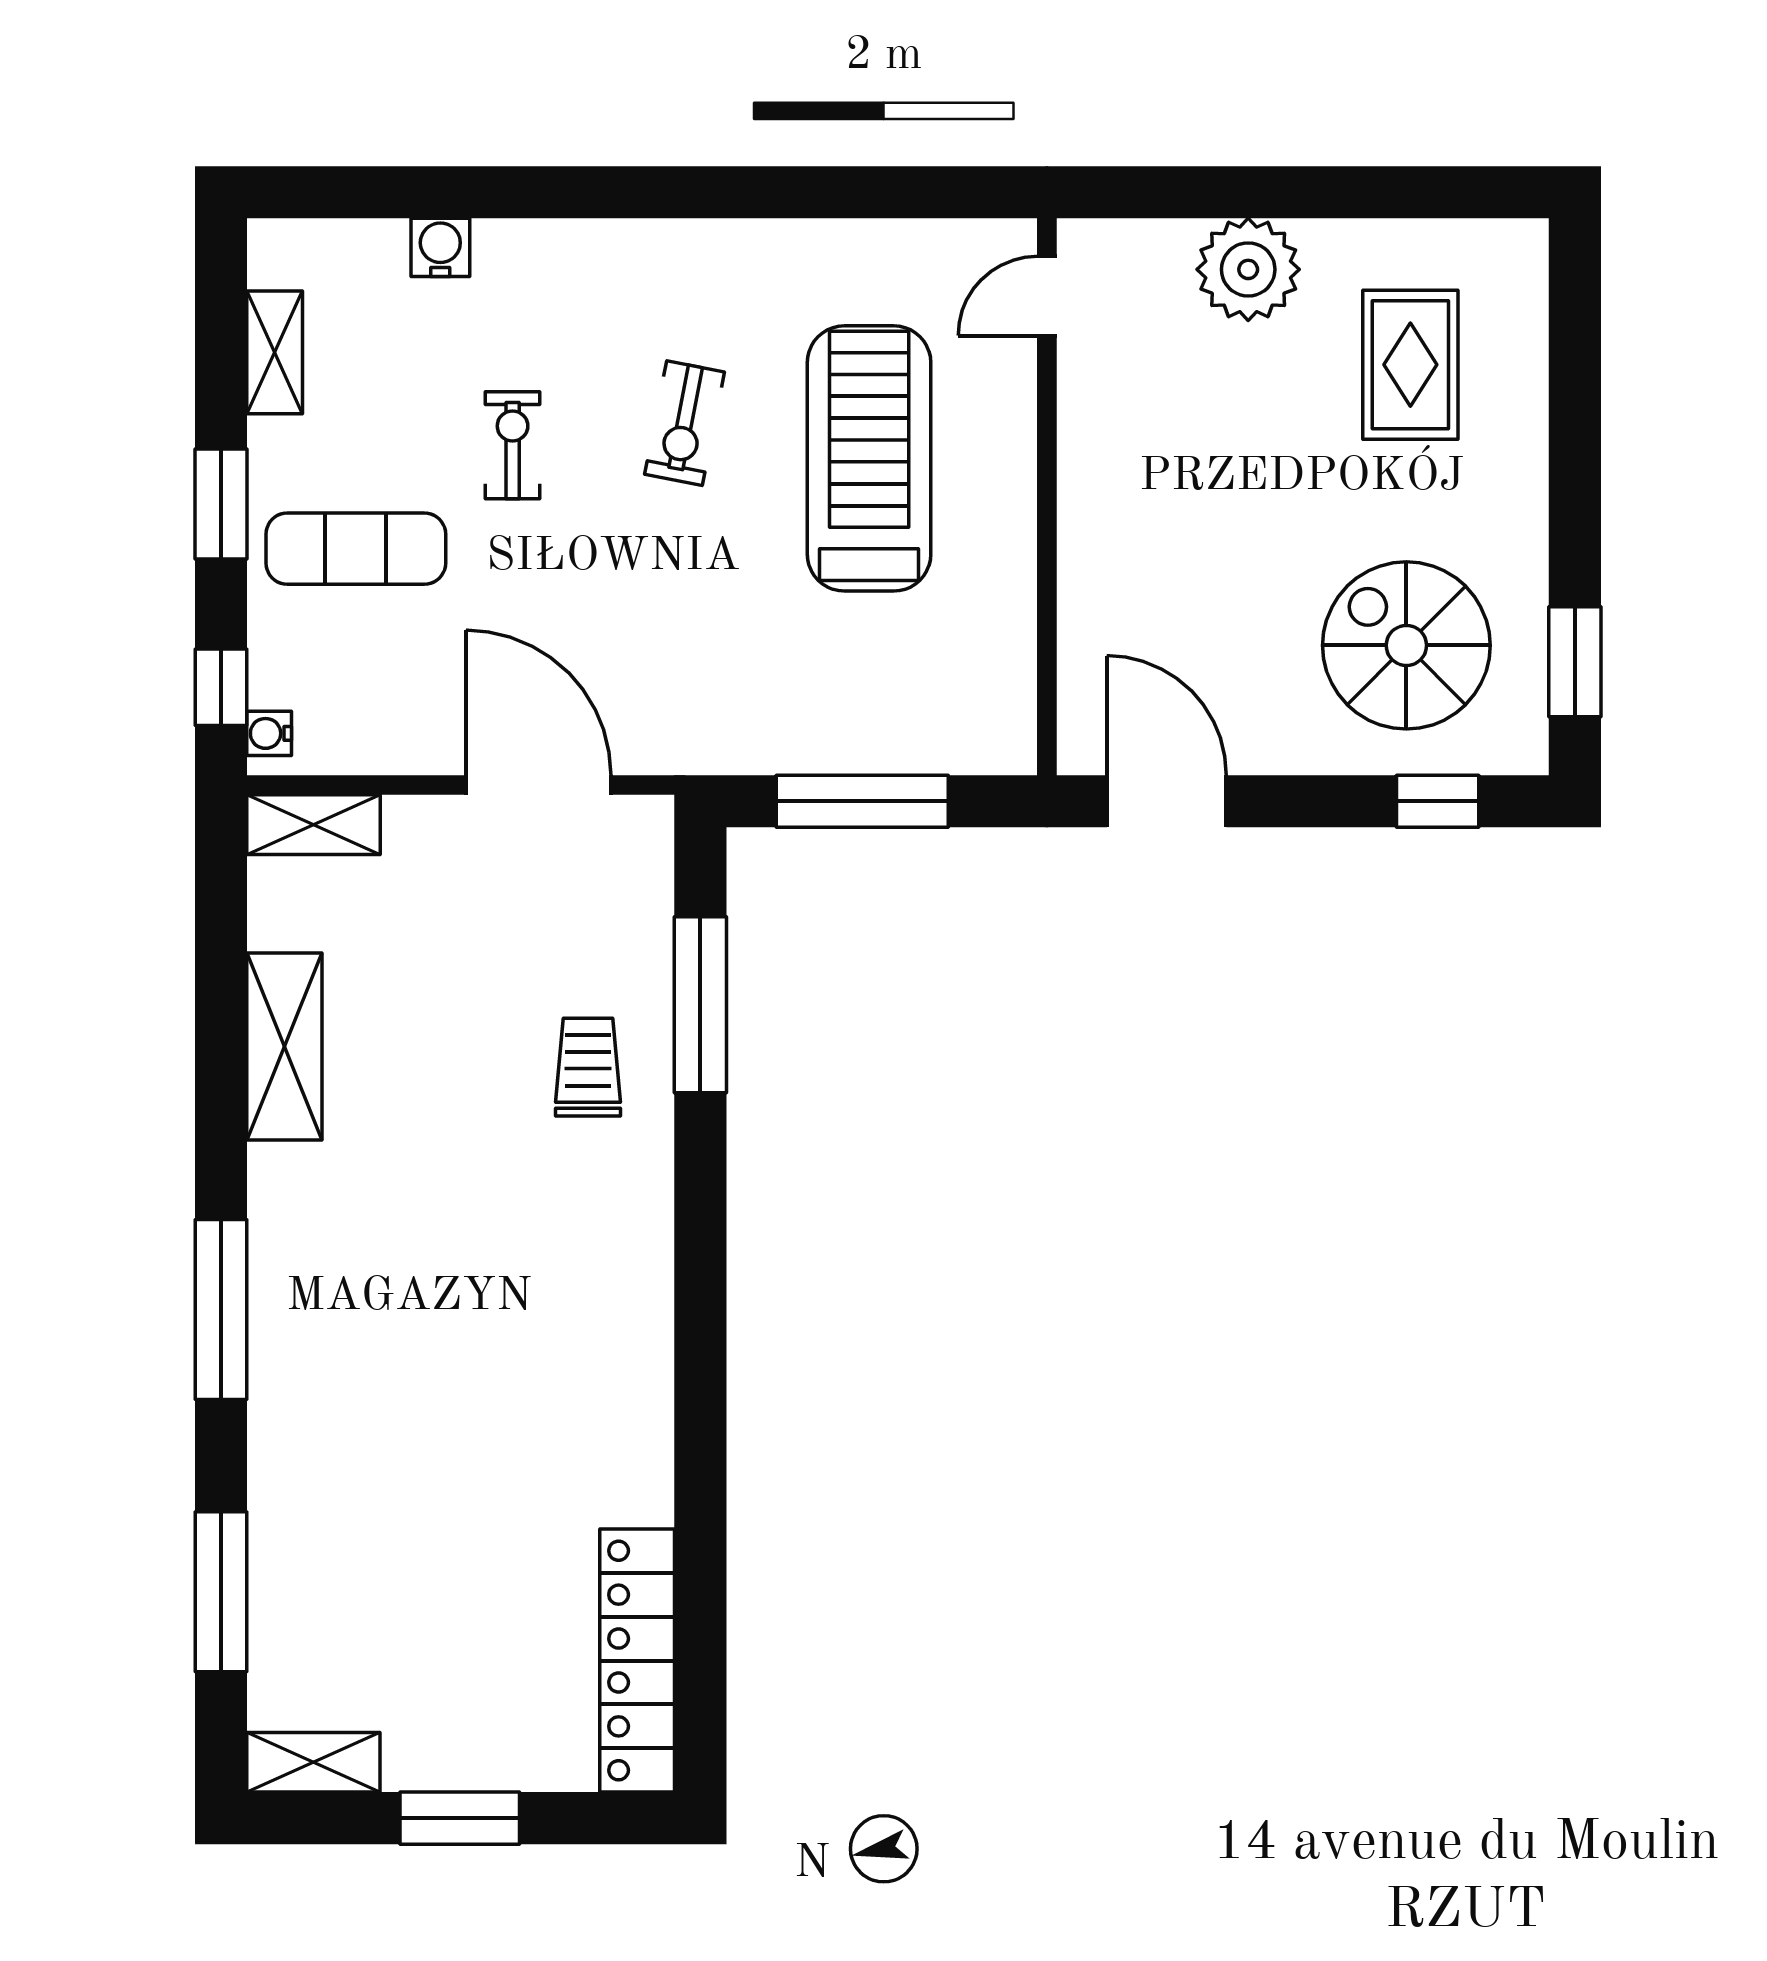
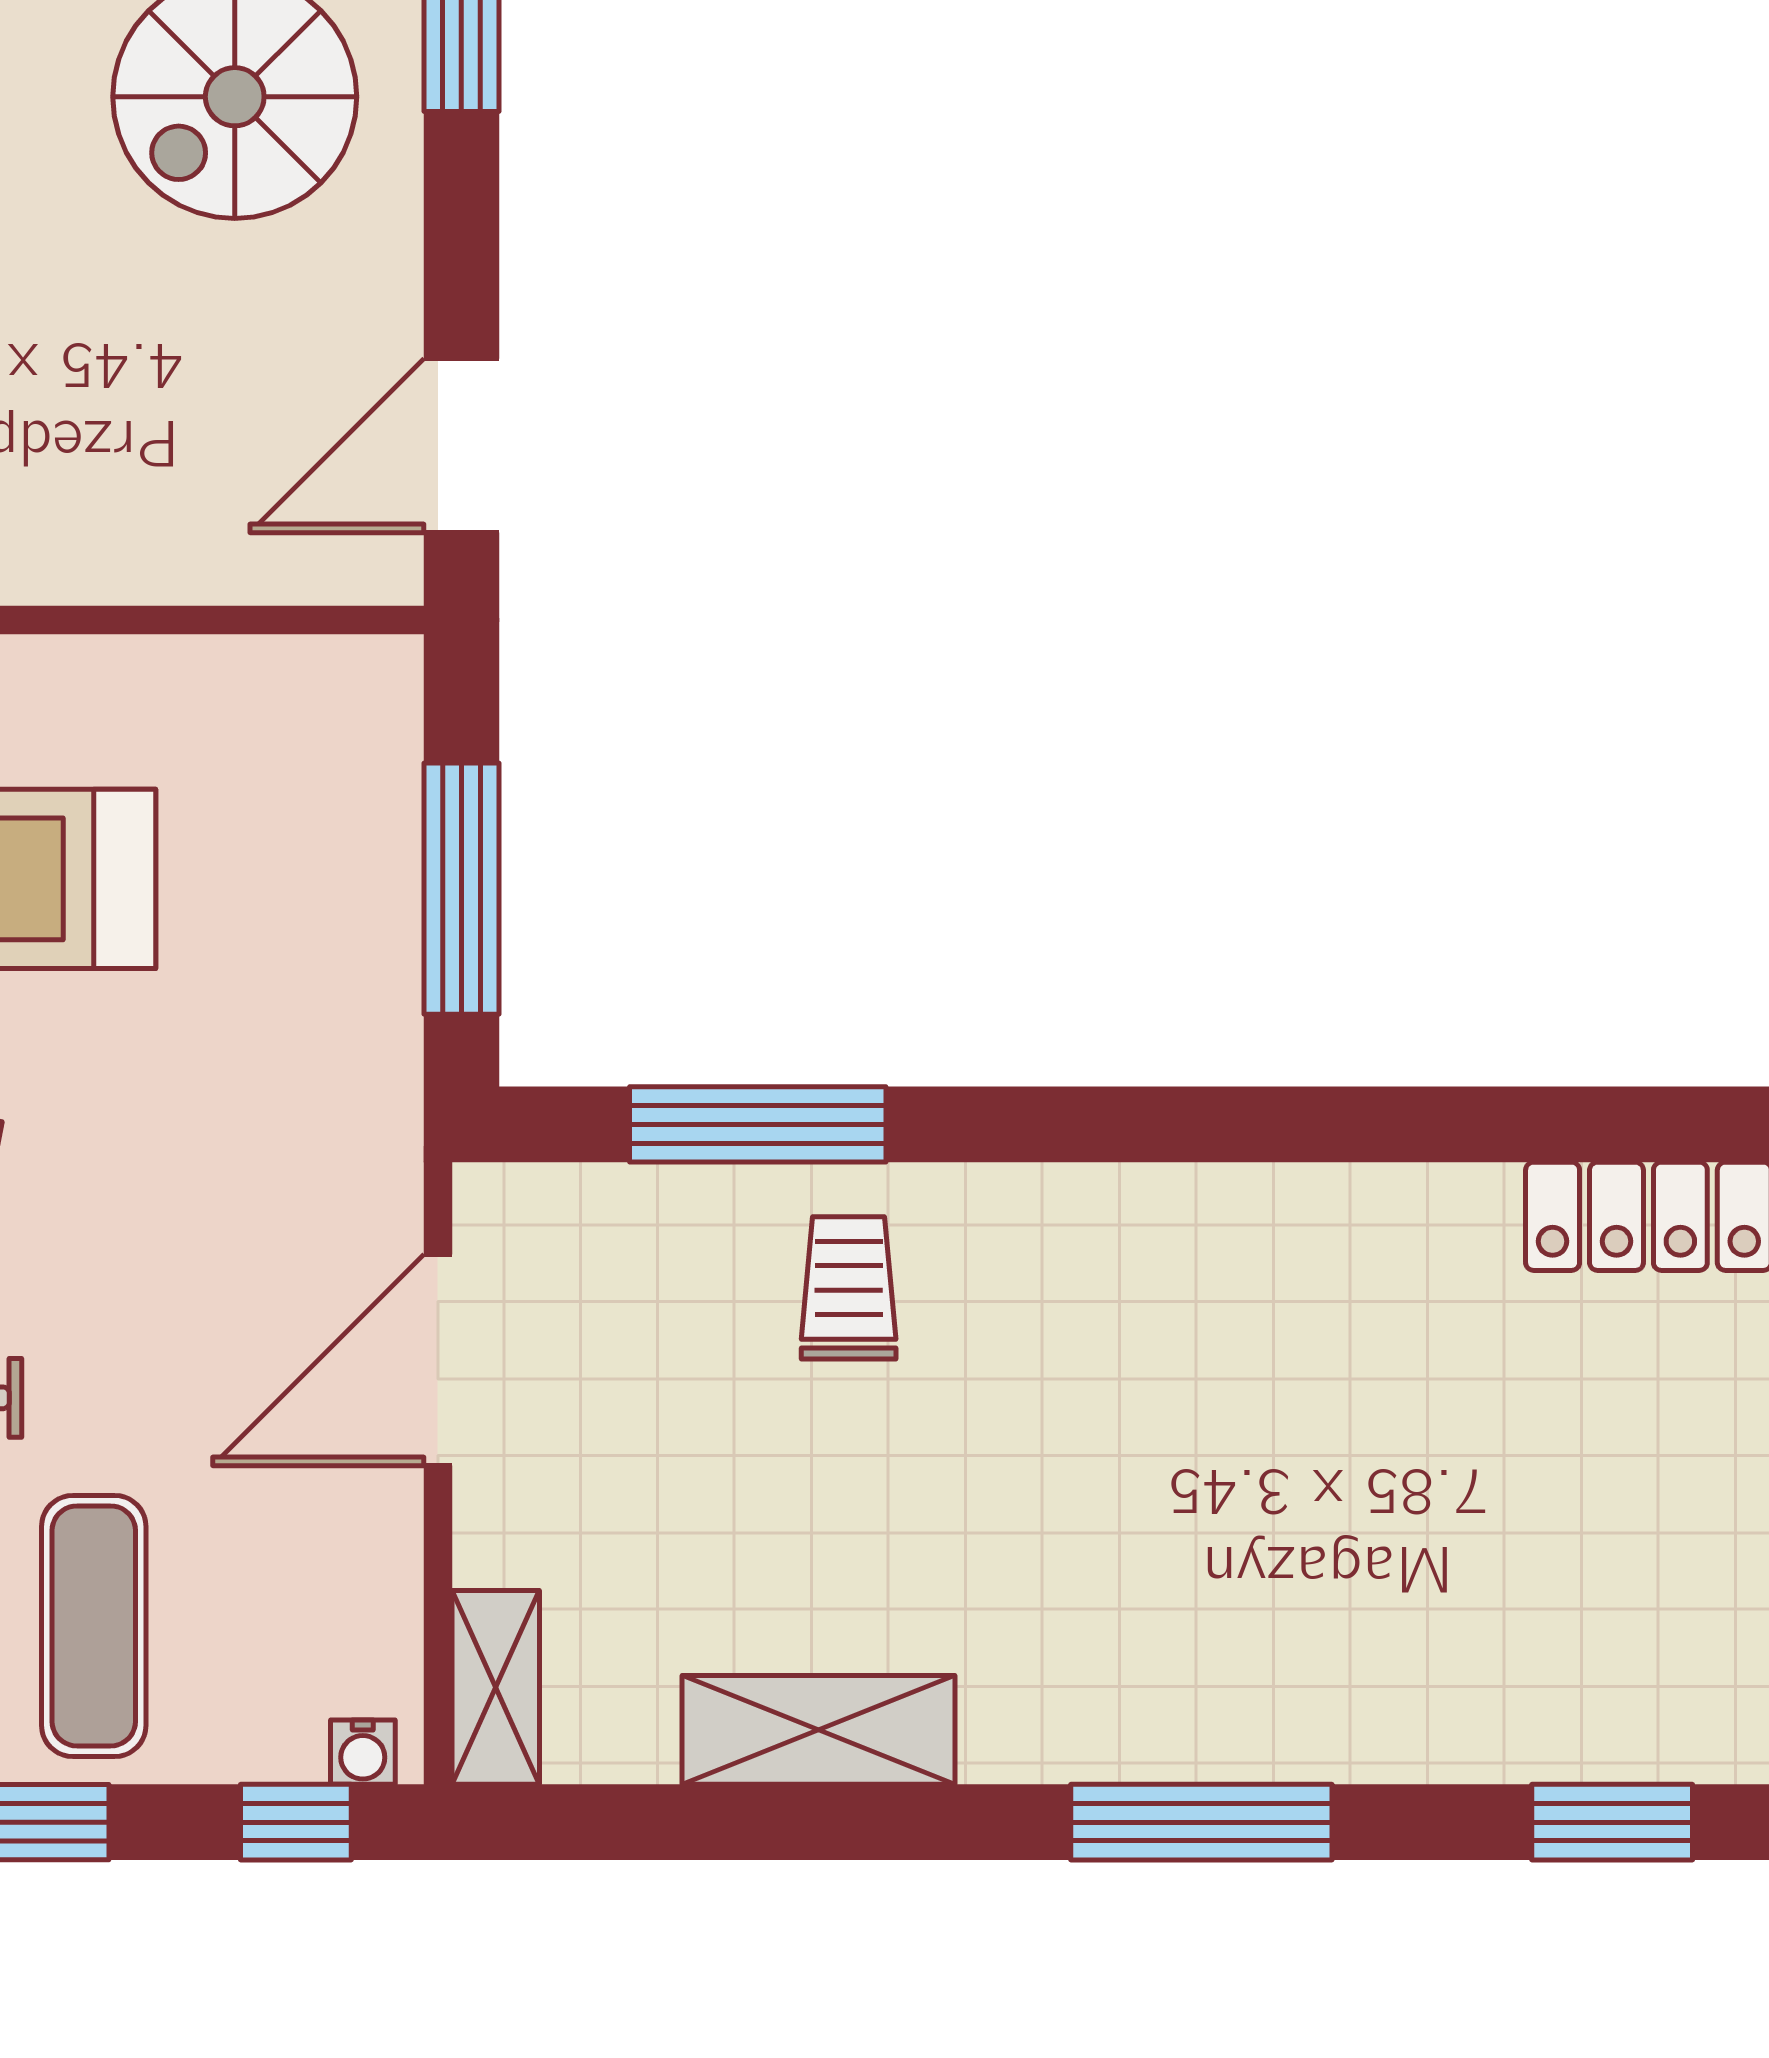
trolley: (588, 1067) -> (849, 1288), turned 90
window: (221, 1592) -> (1612, 1822), width x0.69

